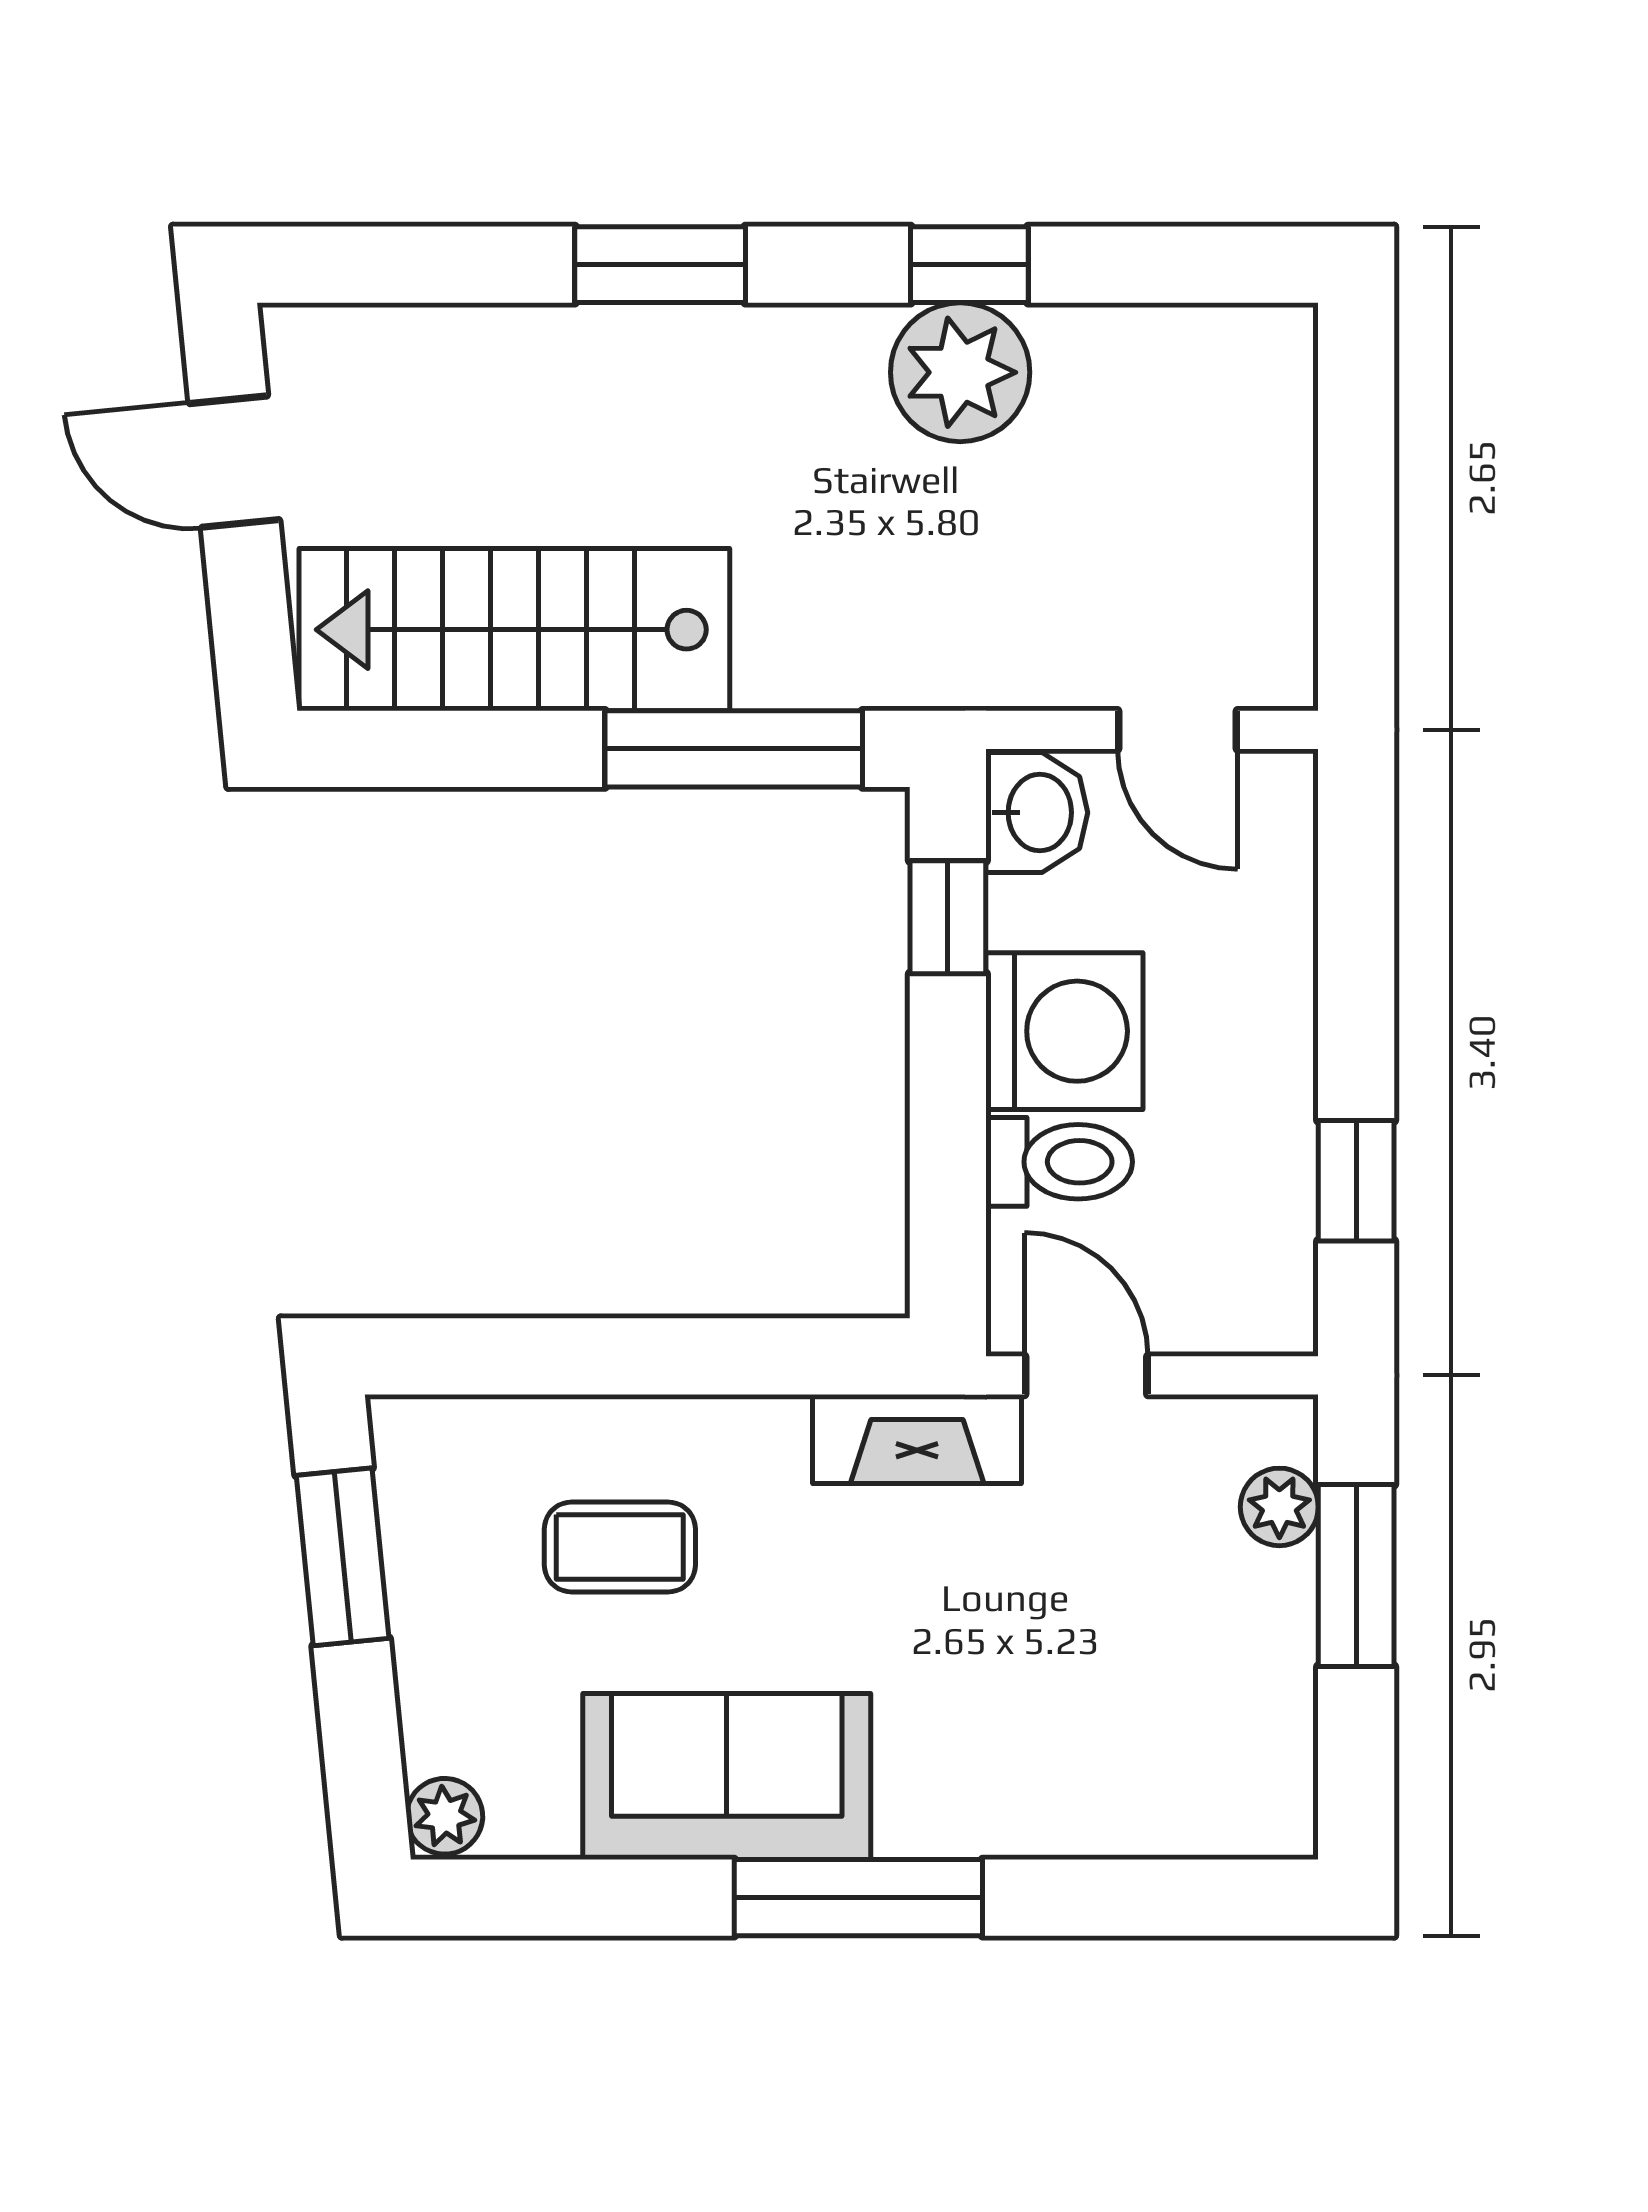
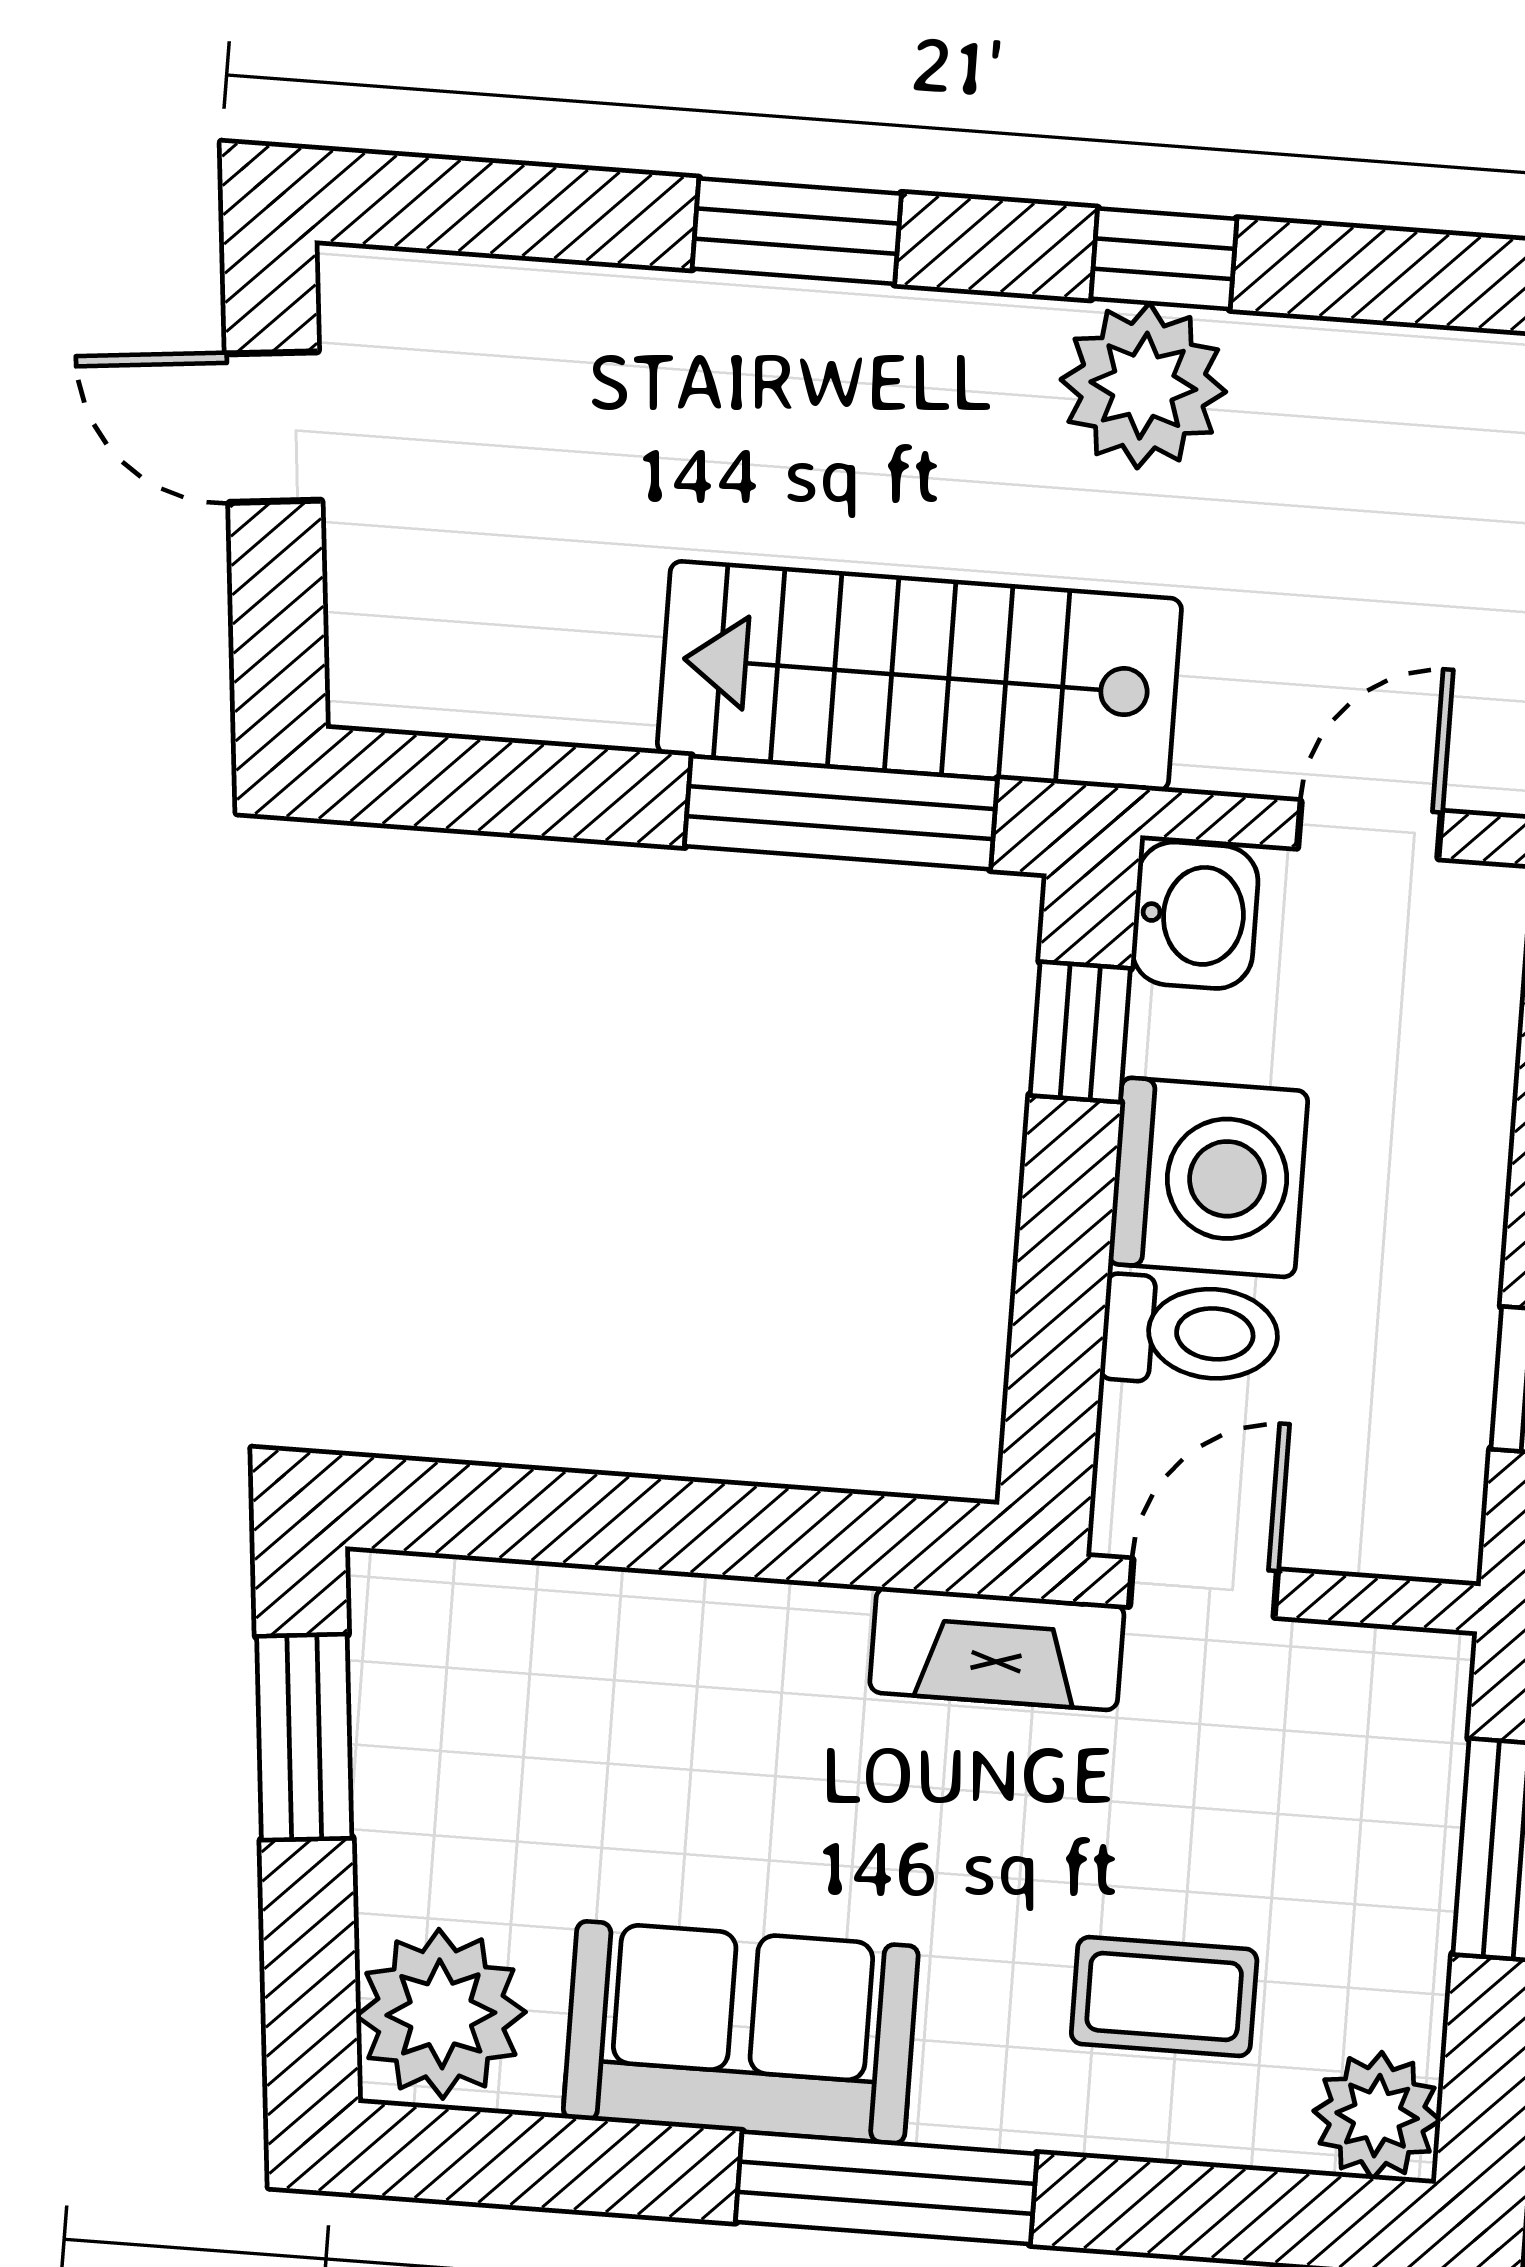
stairs: (514, 630) -> (919, 676), moved
door: (1177, 730) -> (1369, 830), swing flipped
door: (1086, 1375) -> (1203, 1588), hinge flipped
plant: (1279, 1507) -> (1377, 2116), moved, width x1.38, depth x1.38
coffee table: (620, 1547) -> (1164, 1997), moved
plant: (445, 1816) -> (441, 2014), width x1.88, depth x1.88

